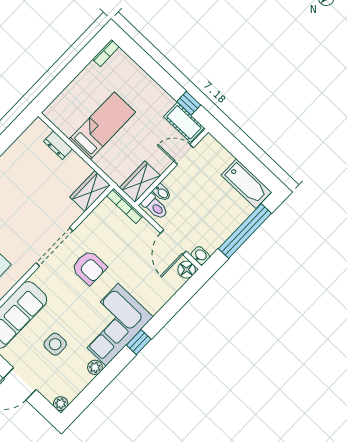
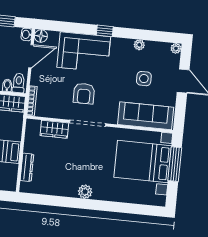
dresser: (58, 145) -> (27, 167), width x1.44
wardrobe: (90, 191) -> (54, 129), moved
armchair: (89, 267) -> (84, 94), turned 180
corner sofa: (112, 325) -> (84, 52), moved

